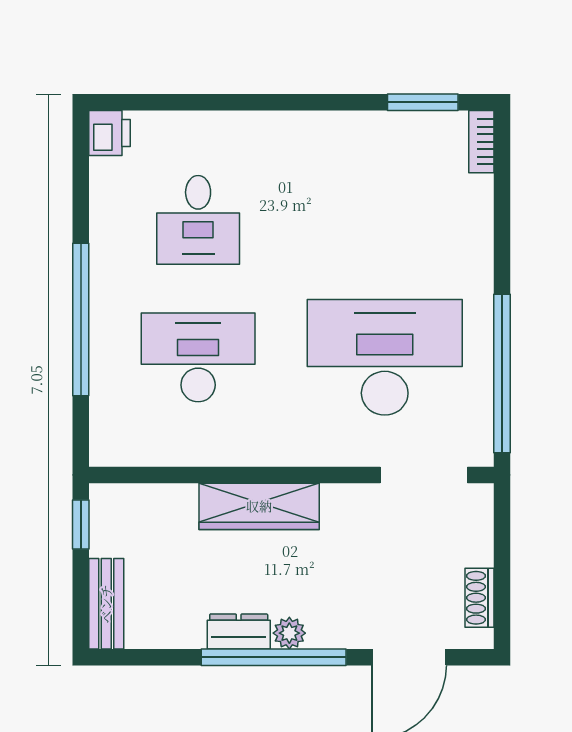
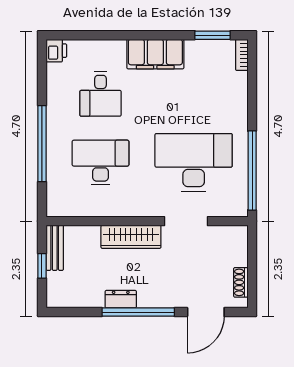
filing cabinet: (308, 140) -> (155, 54), added
doorway: (424, 475) -> (186, 221), moved
window: (81, 525) -> (42, 266), moved
bench: (106, 604) -> (55, 248), moved
plant: (289, 633) -> (146, 300), removed

